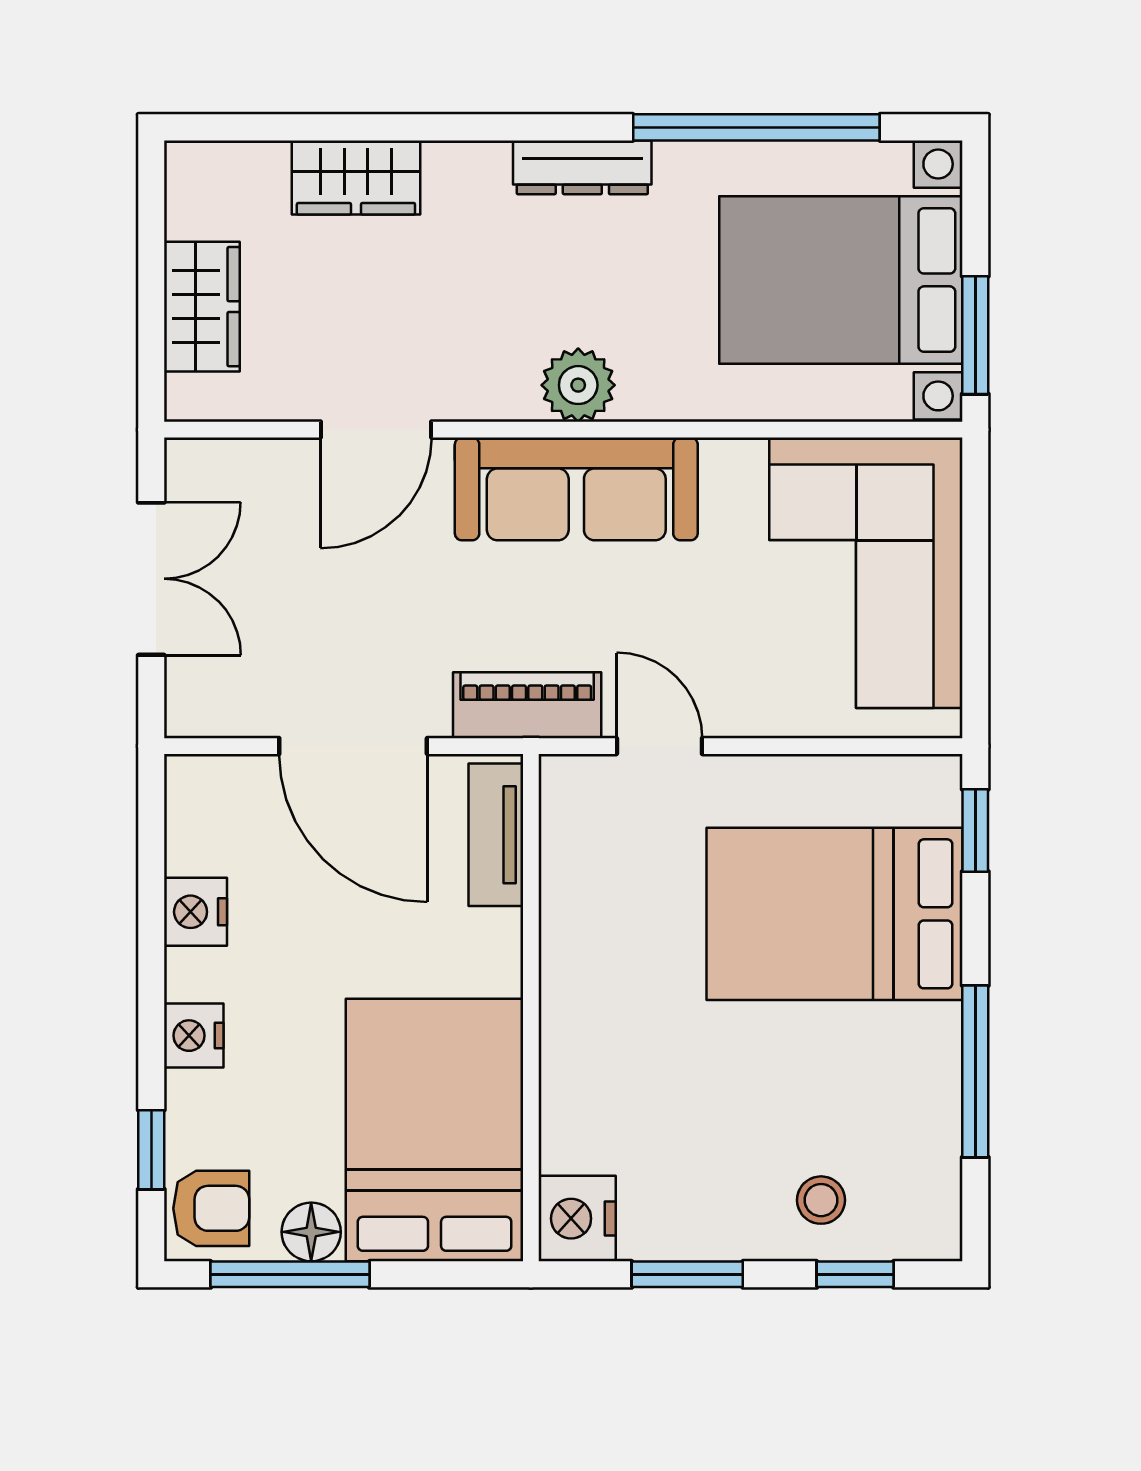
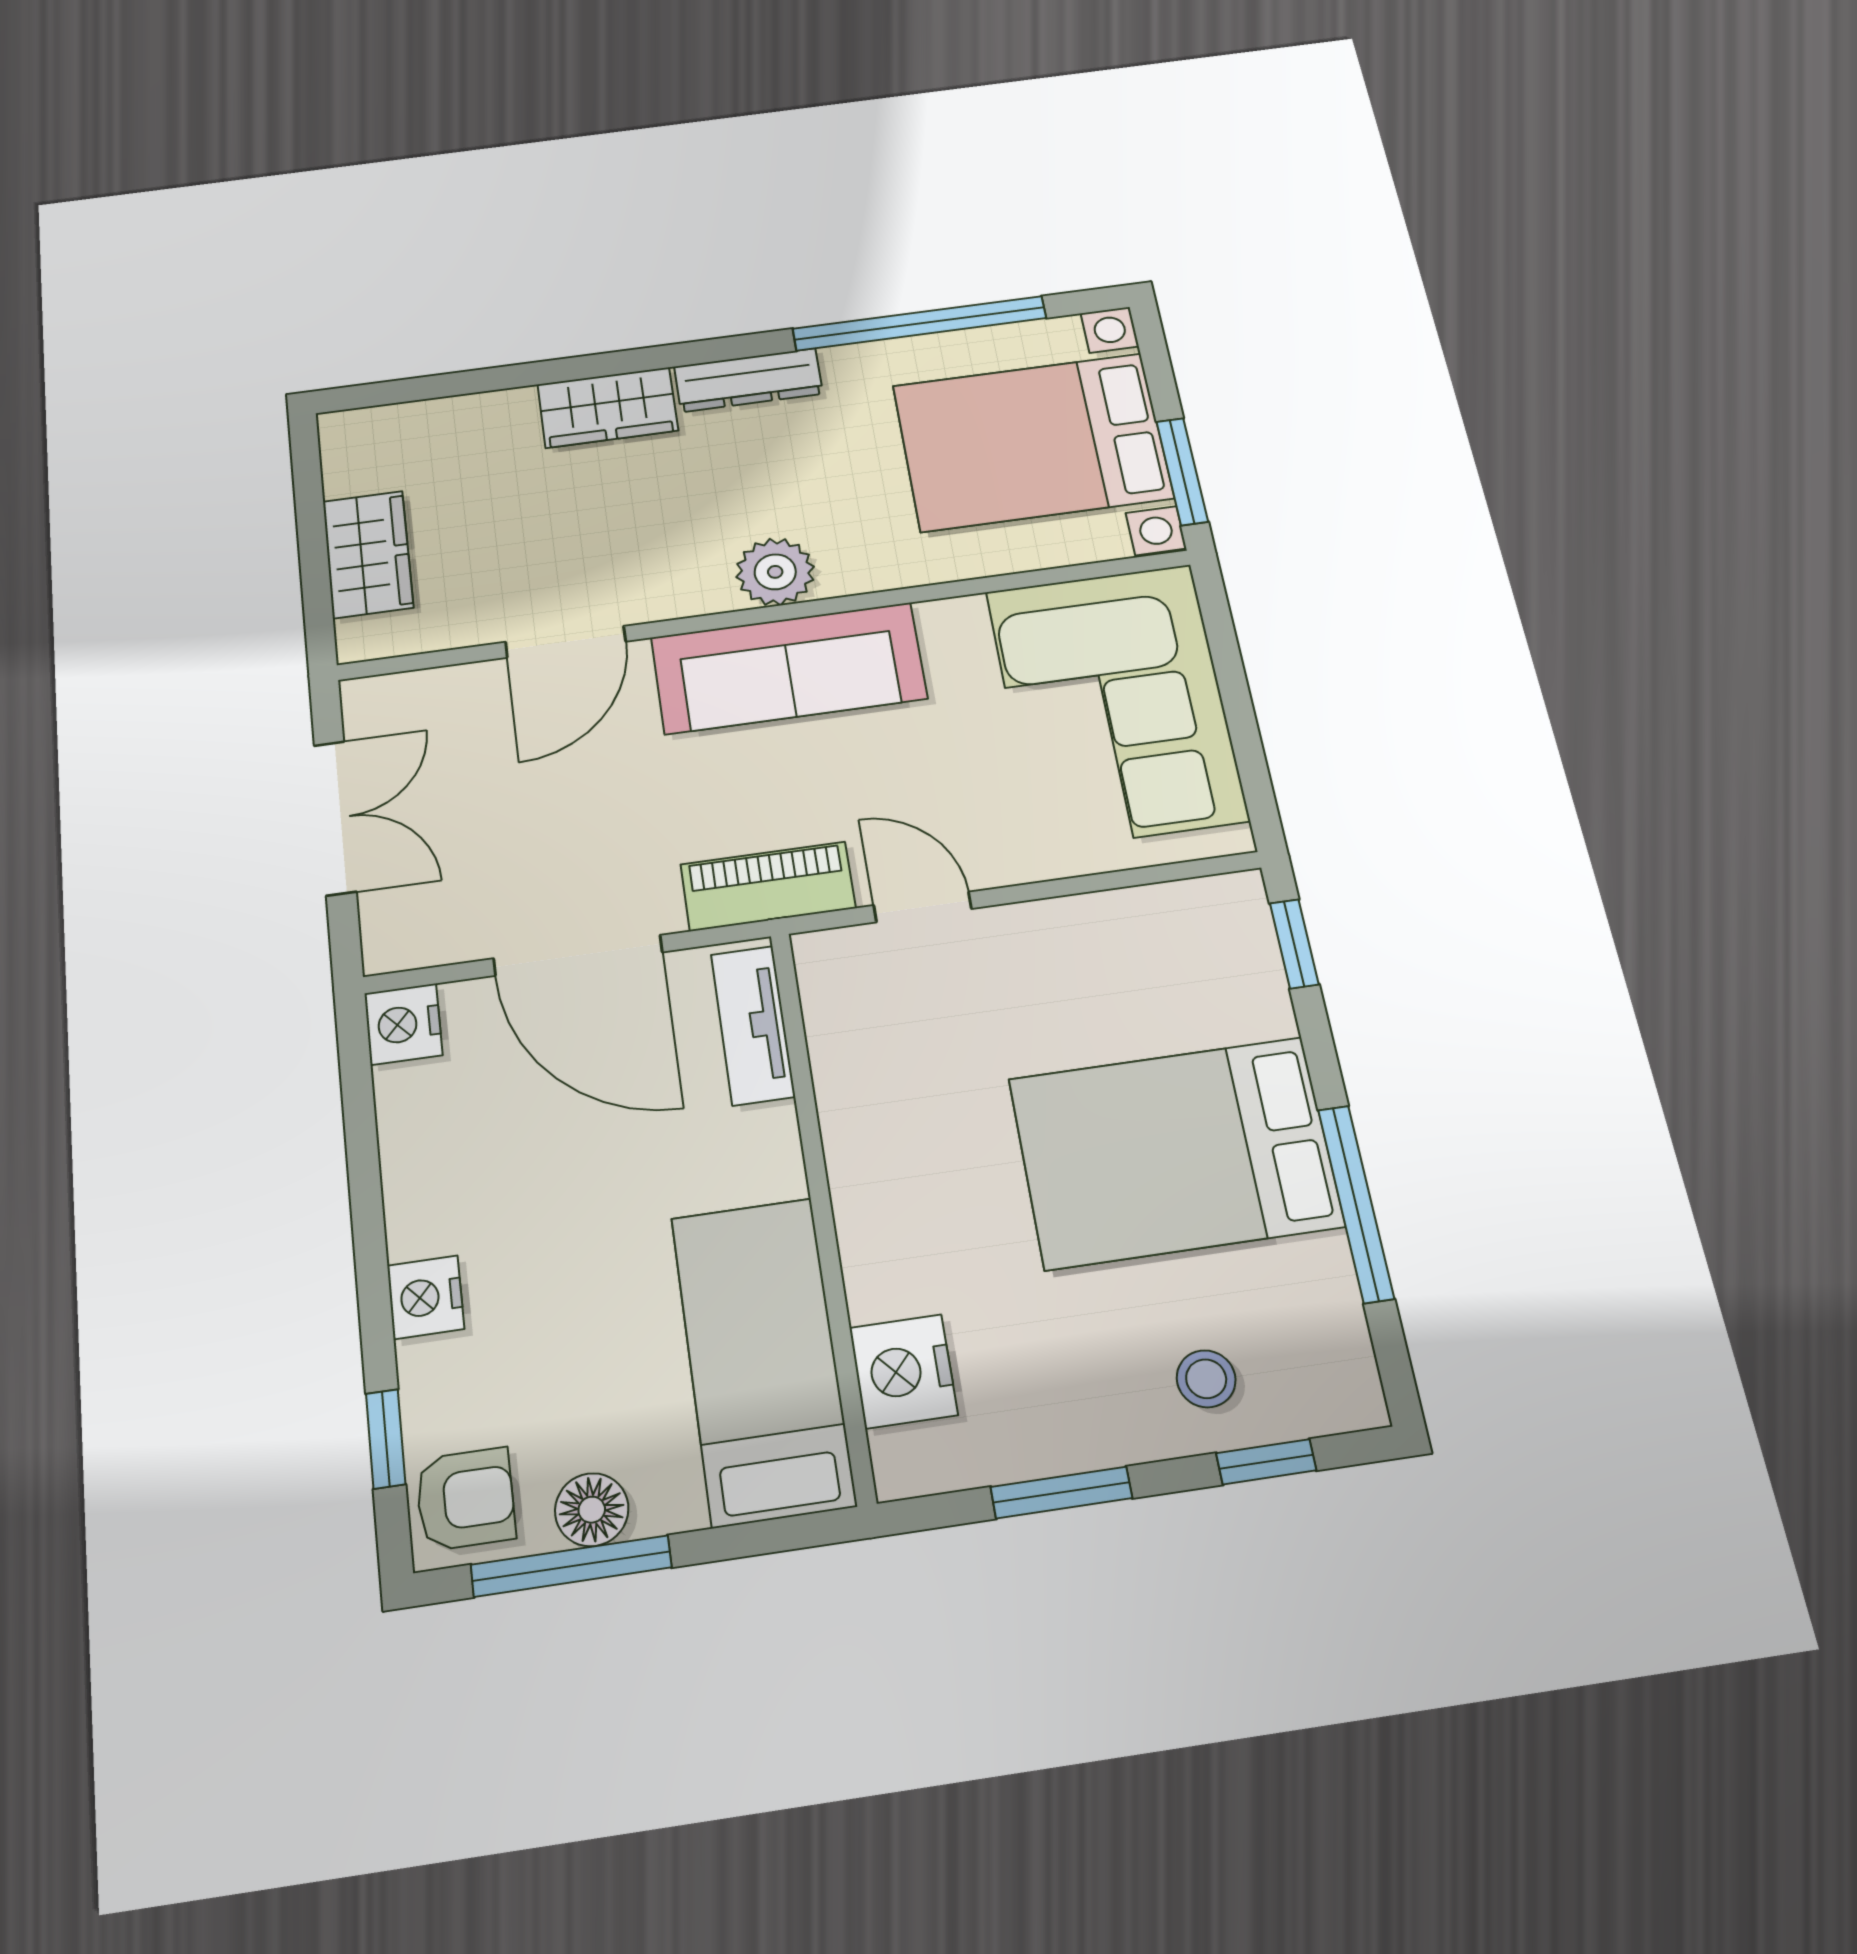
wardrobe: (356, 178) -> (608, 407), moved
nightstand: (196, 912) -> (403, 1024), moved
bed: (835, 914) -> (1175, 1152), moved
bed: (435, 1130) -> (763, 1360), width x0.67
nightstand: (577, 1219) -> (903, 1371), moved

